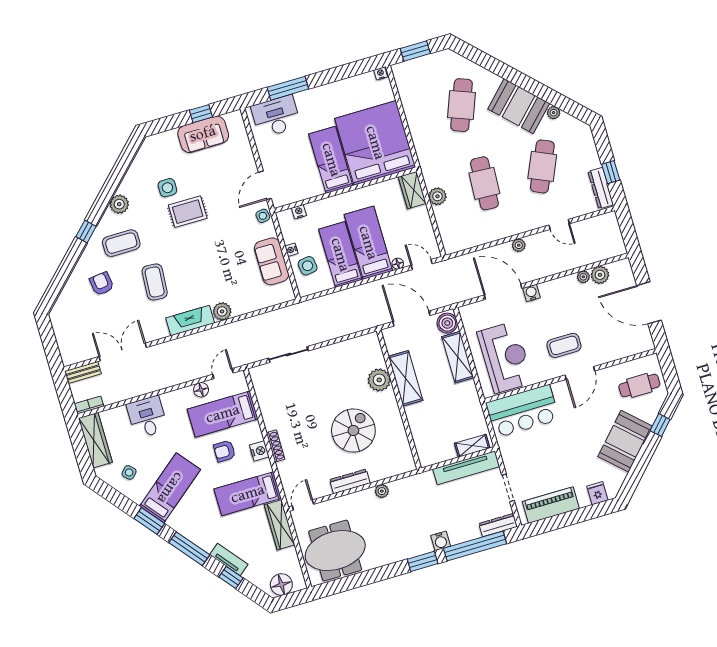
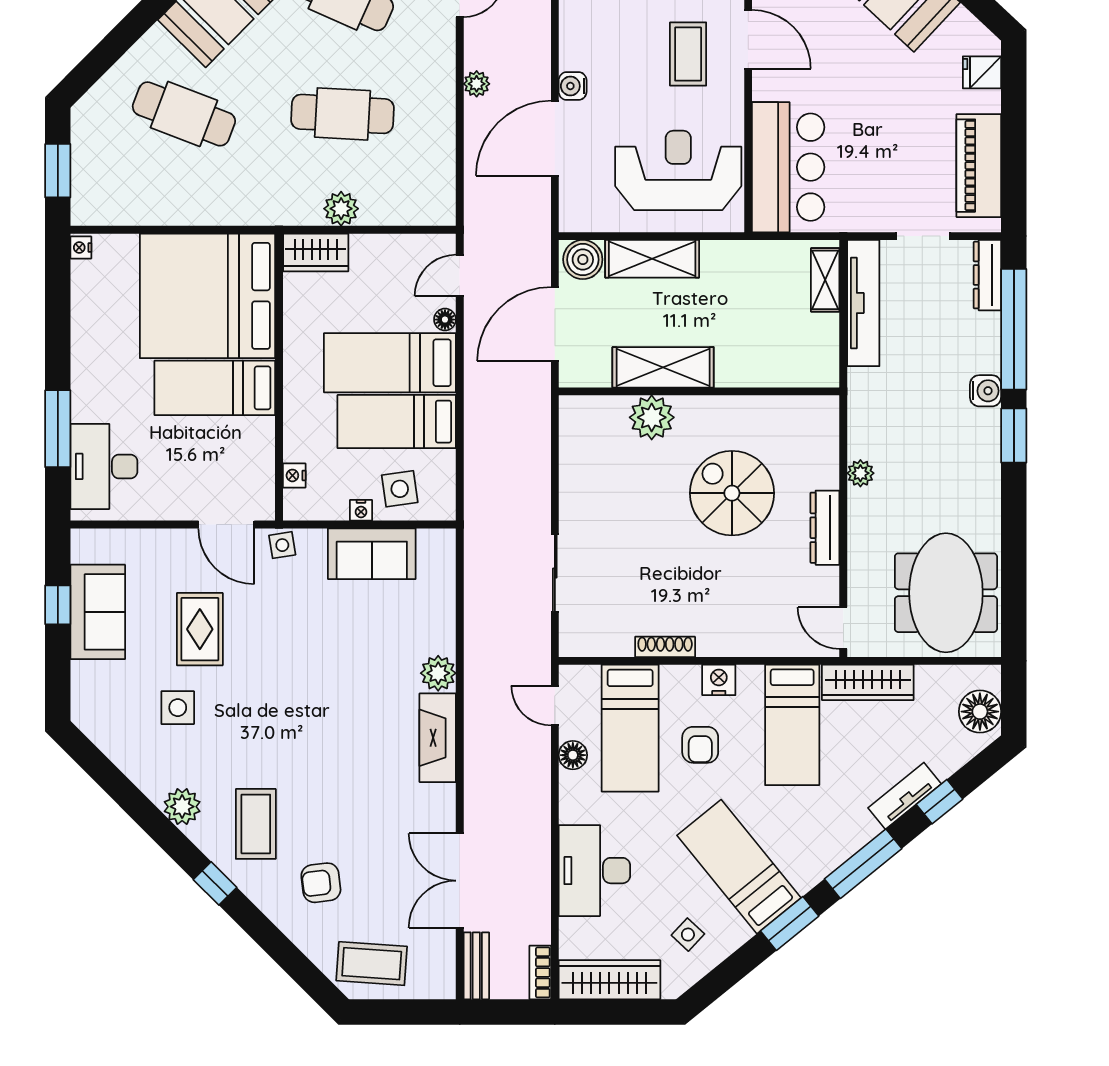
rug: (188, 212) -> (200, 629), moved
coffee table: (155, 282) -> (372, 964), moved
desk: (147, 417) -> (594, 871), width x1.37
shoe rack: (276, 446) -> (665, 647), moved

